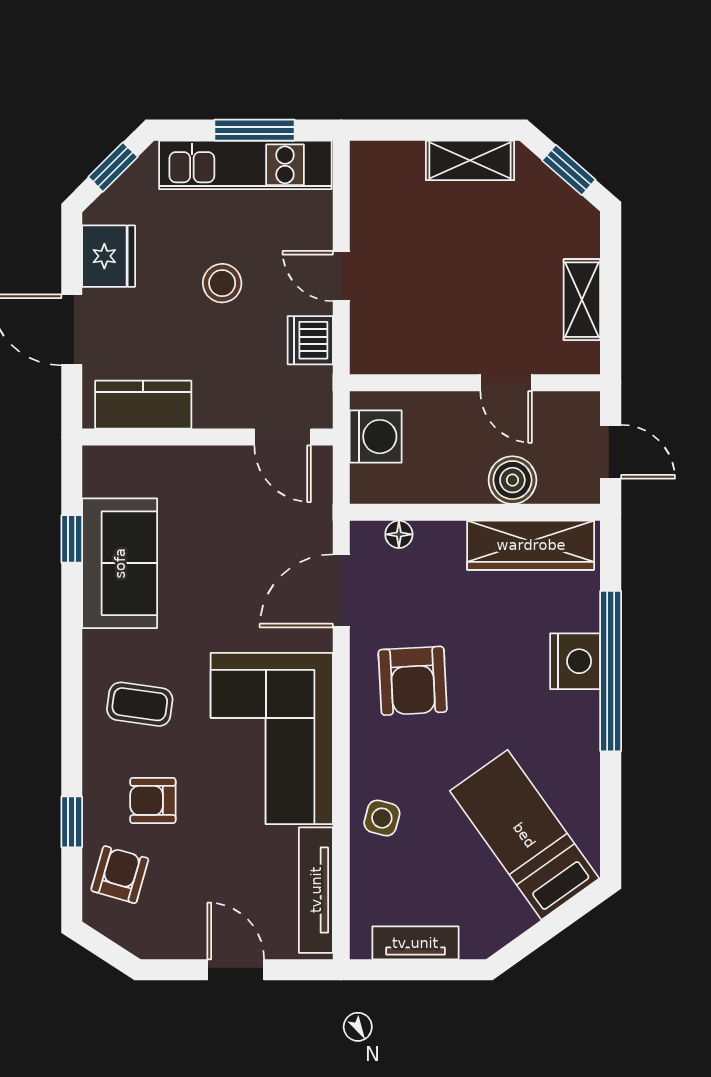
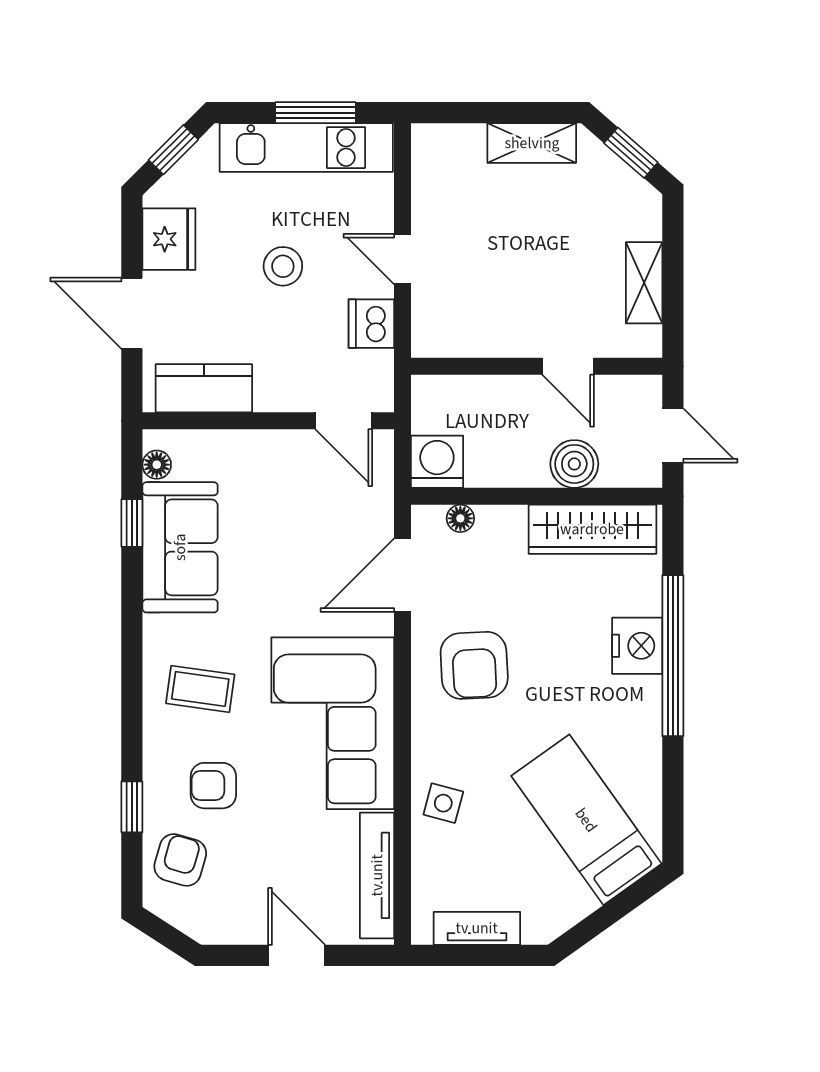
washing machine: (376, 437) -> (437, 462), moved, turned -90
floor lamp: (96, 481) -> (157, 465), added

